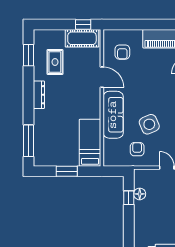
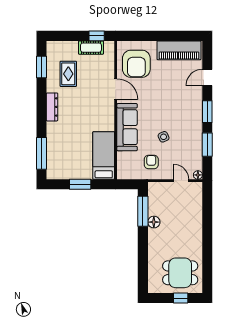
cot: (82, 38) -> (91, 48), width x0.73, depth x0.75
armchair: (122, 52) -> (136, 64), width x1.88, depth x1.88
side table: (149, 124) -> (164, 137), width x0.54, depth x0.54
floor lamp: (140, 194) -> (154, 222), moved
window: (129, 198) -> (143, 211), width x2.17

